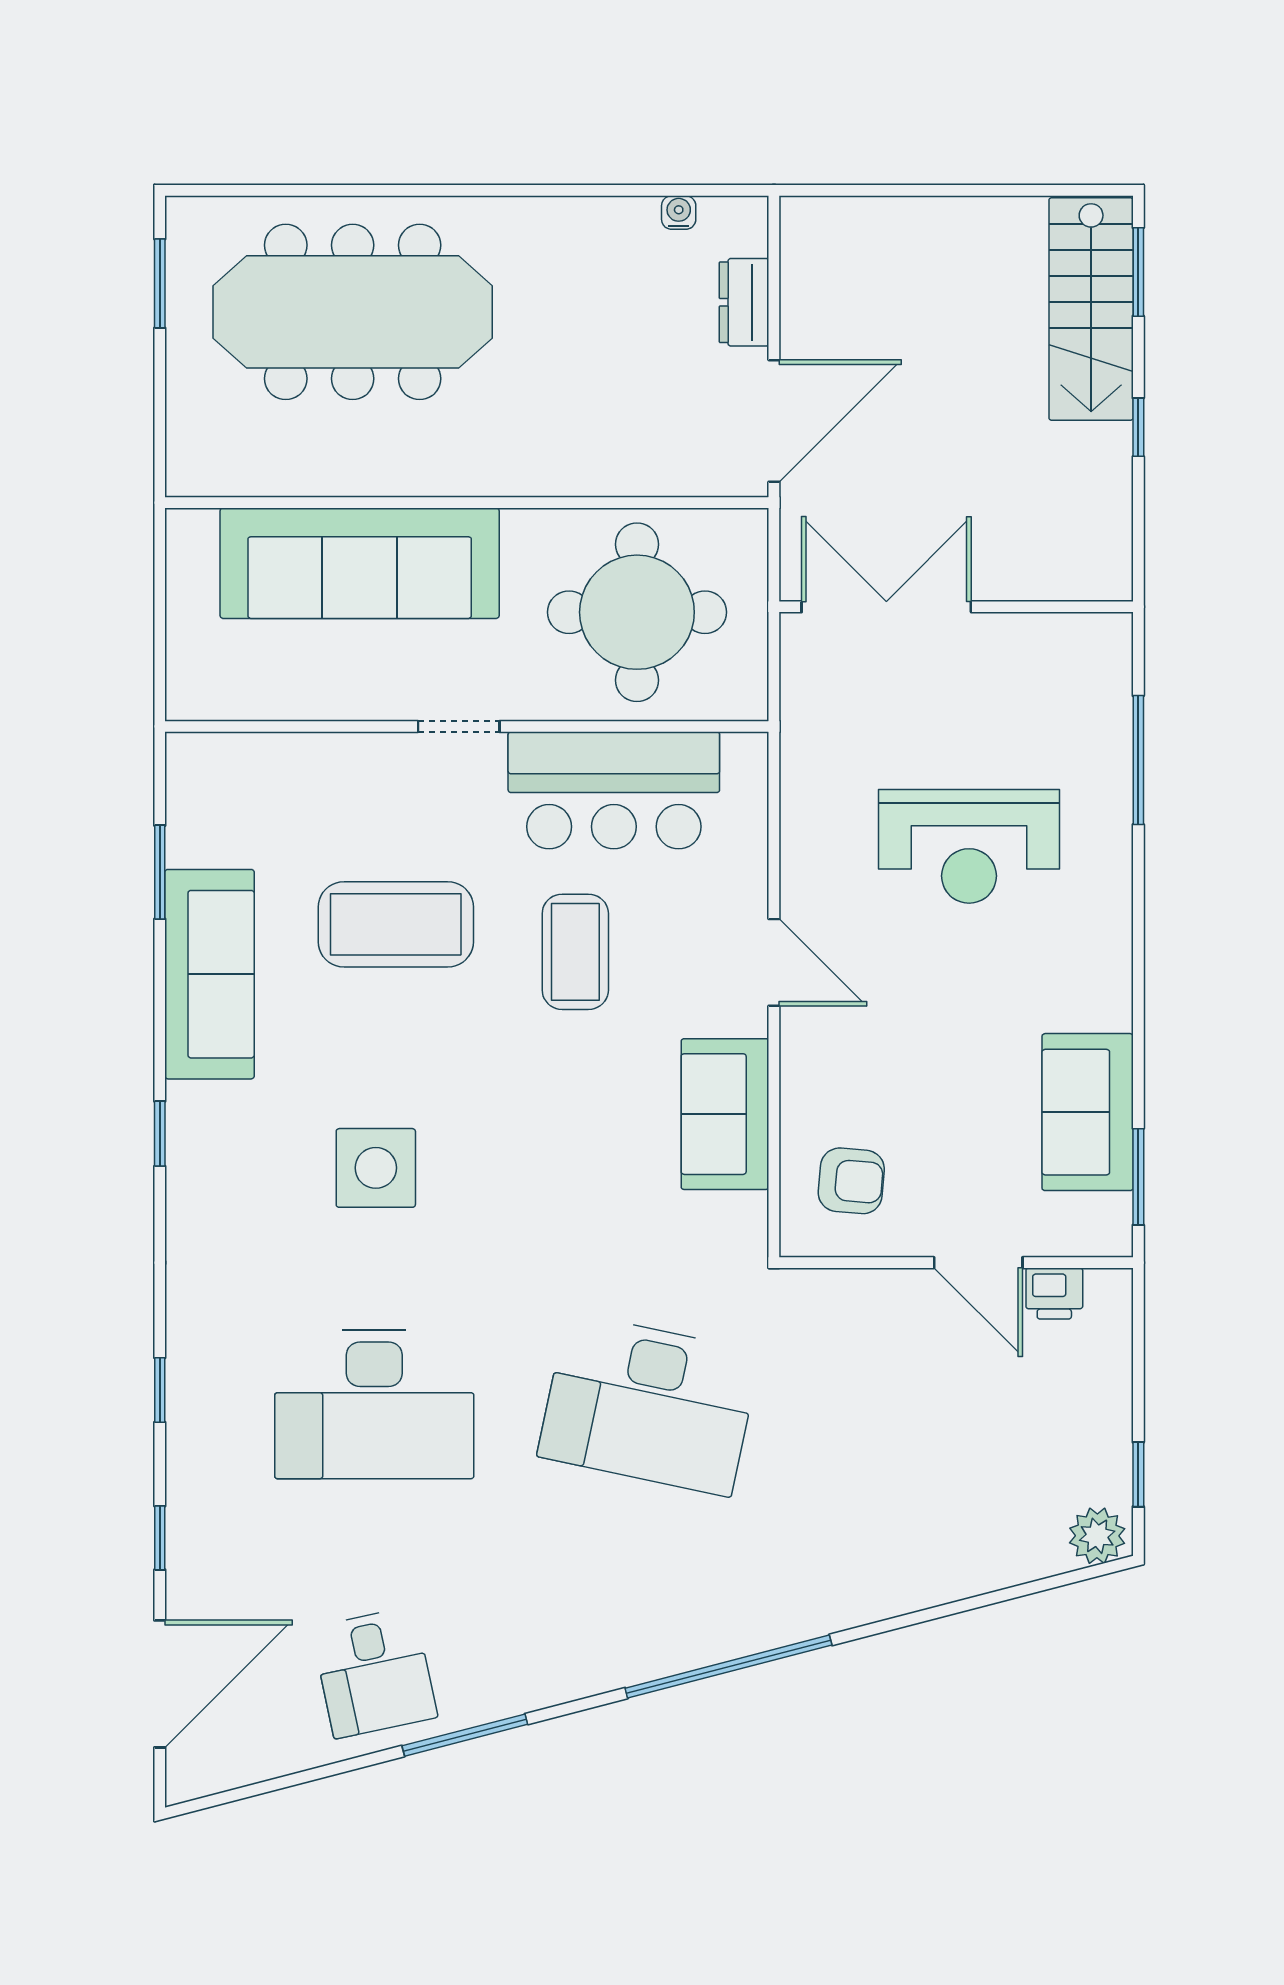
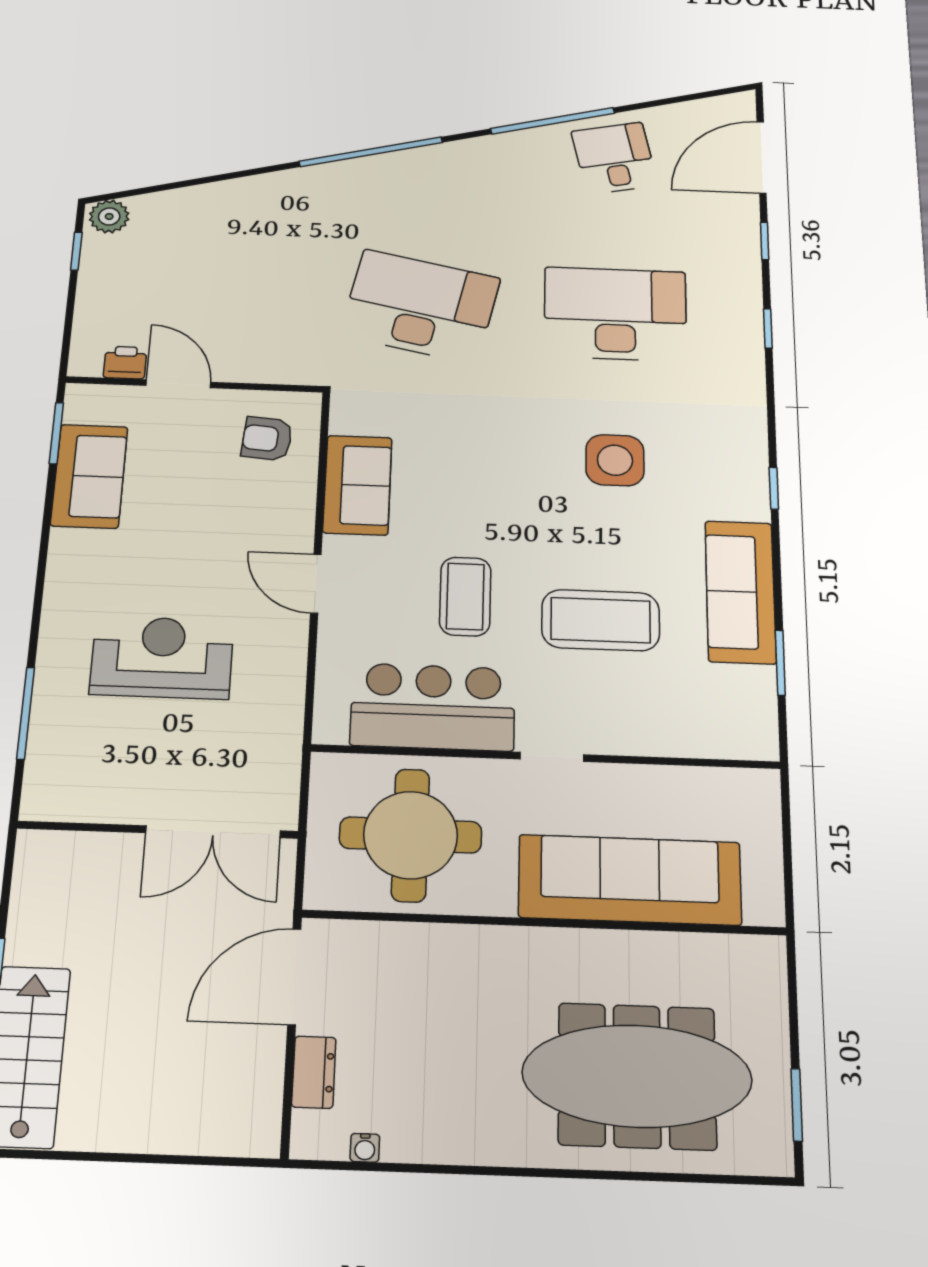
window: (465, 1735) -> (553, 121), width x1.46

